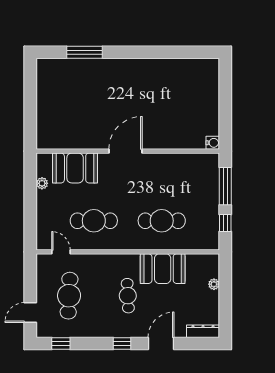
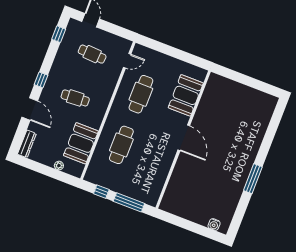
window: (85, 52) -> (253, 179), moved
water cooler: (213, 143) -> (214, 224), moved
plant: (42, 183) -> (184, 66), removed
booth: (163, 269) -> (81, 143), moved
cafe table: (69, 296) -> (92, 54), width x0.73, depth x0.74

